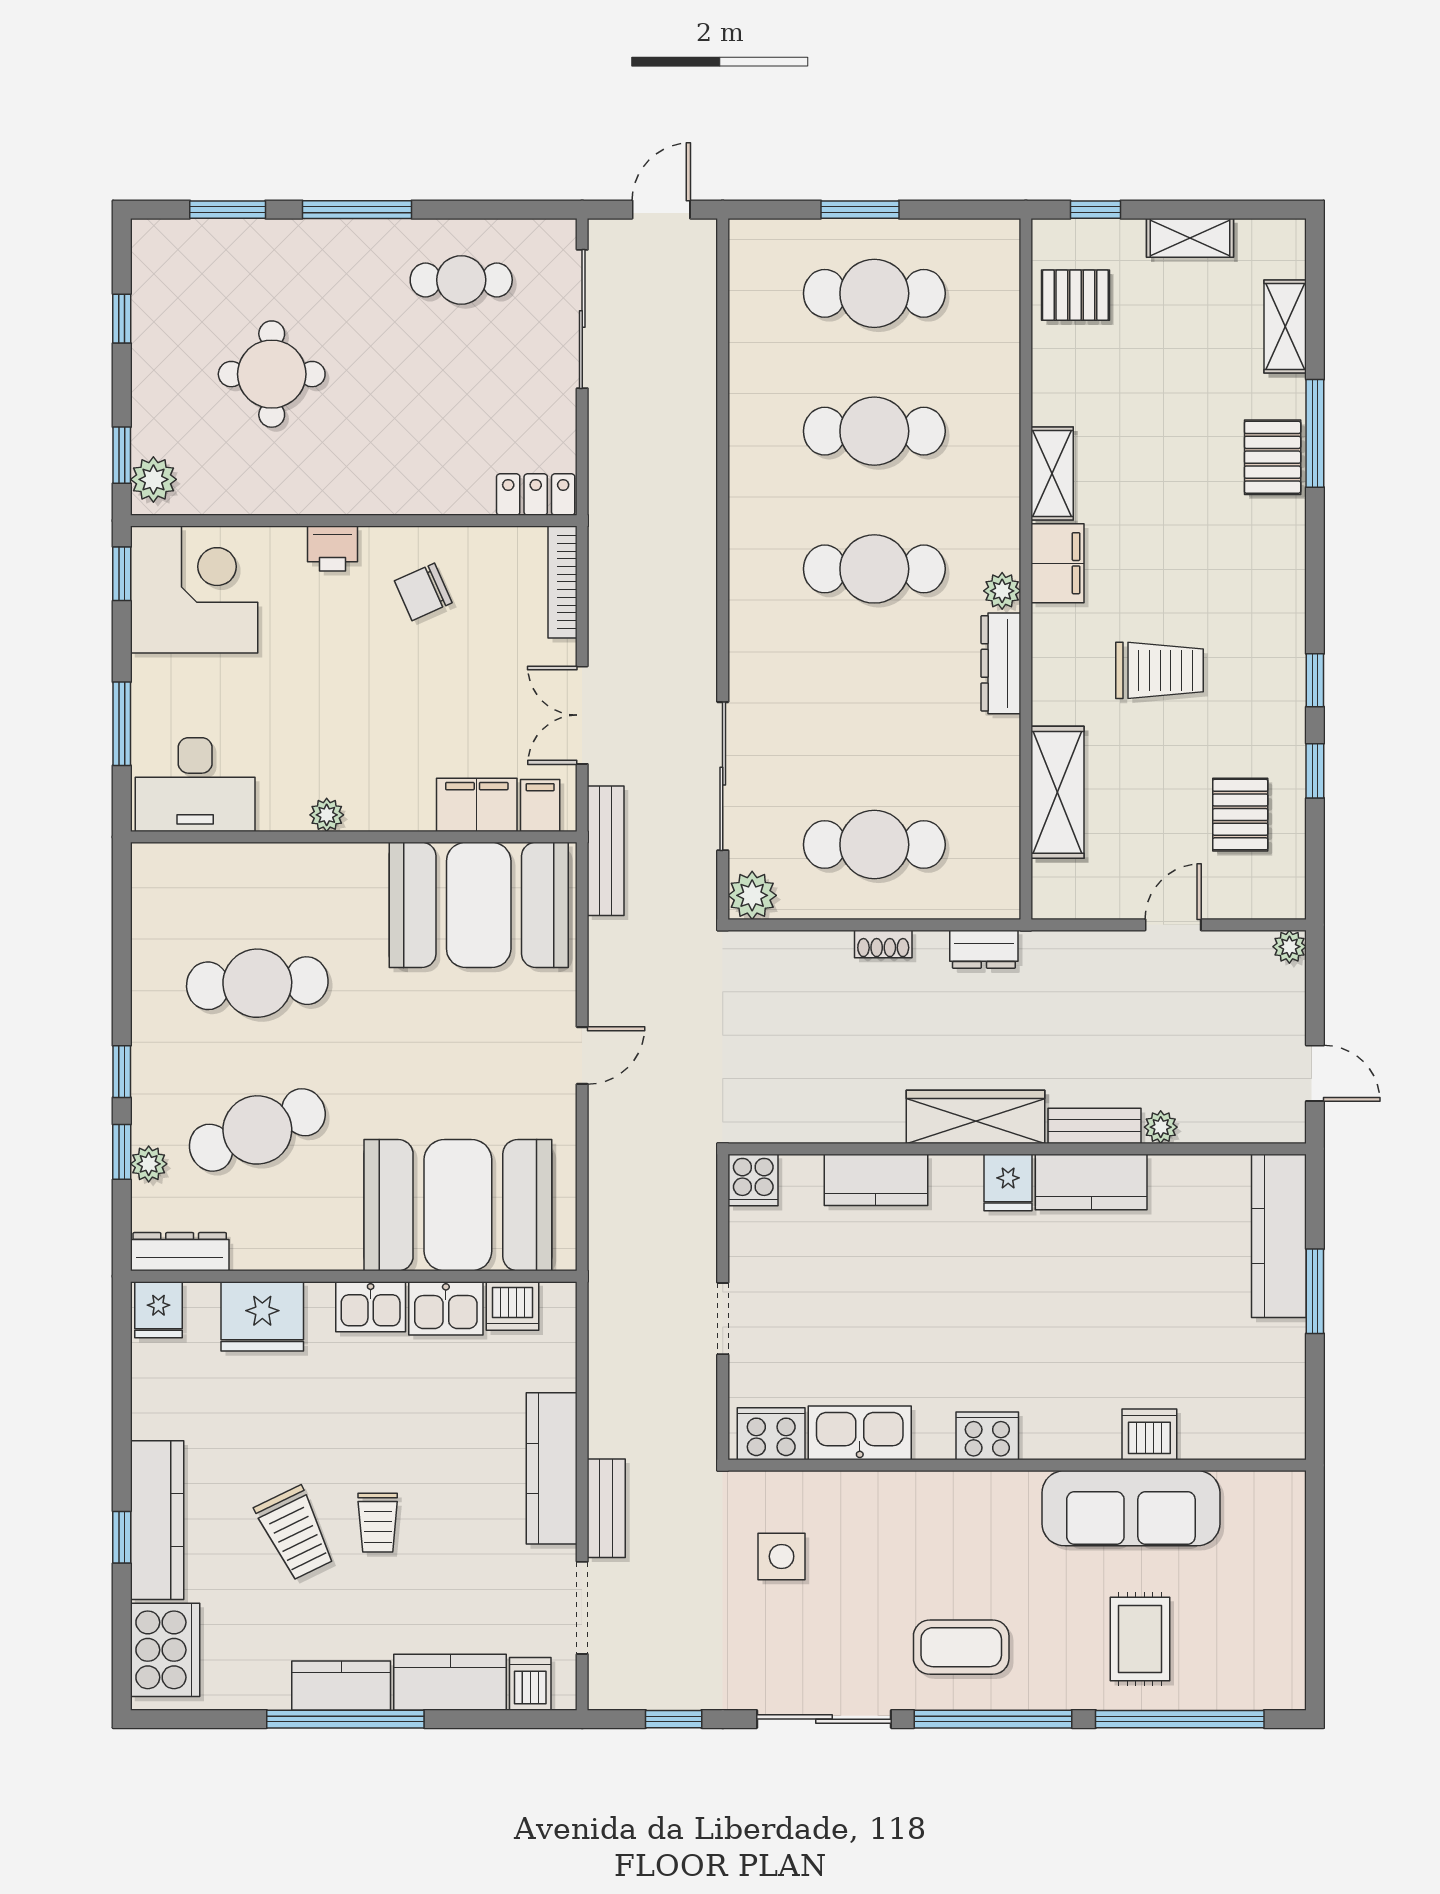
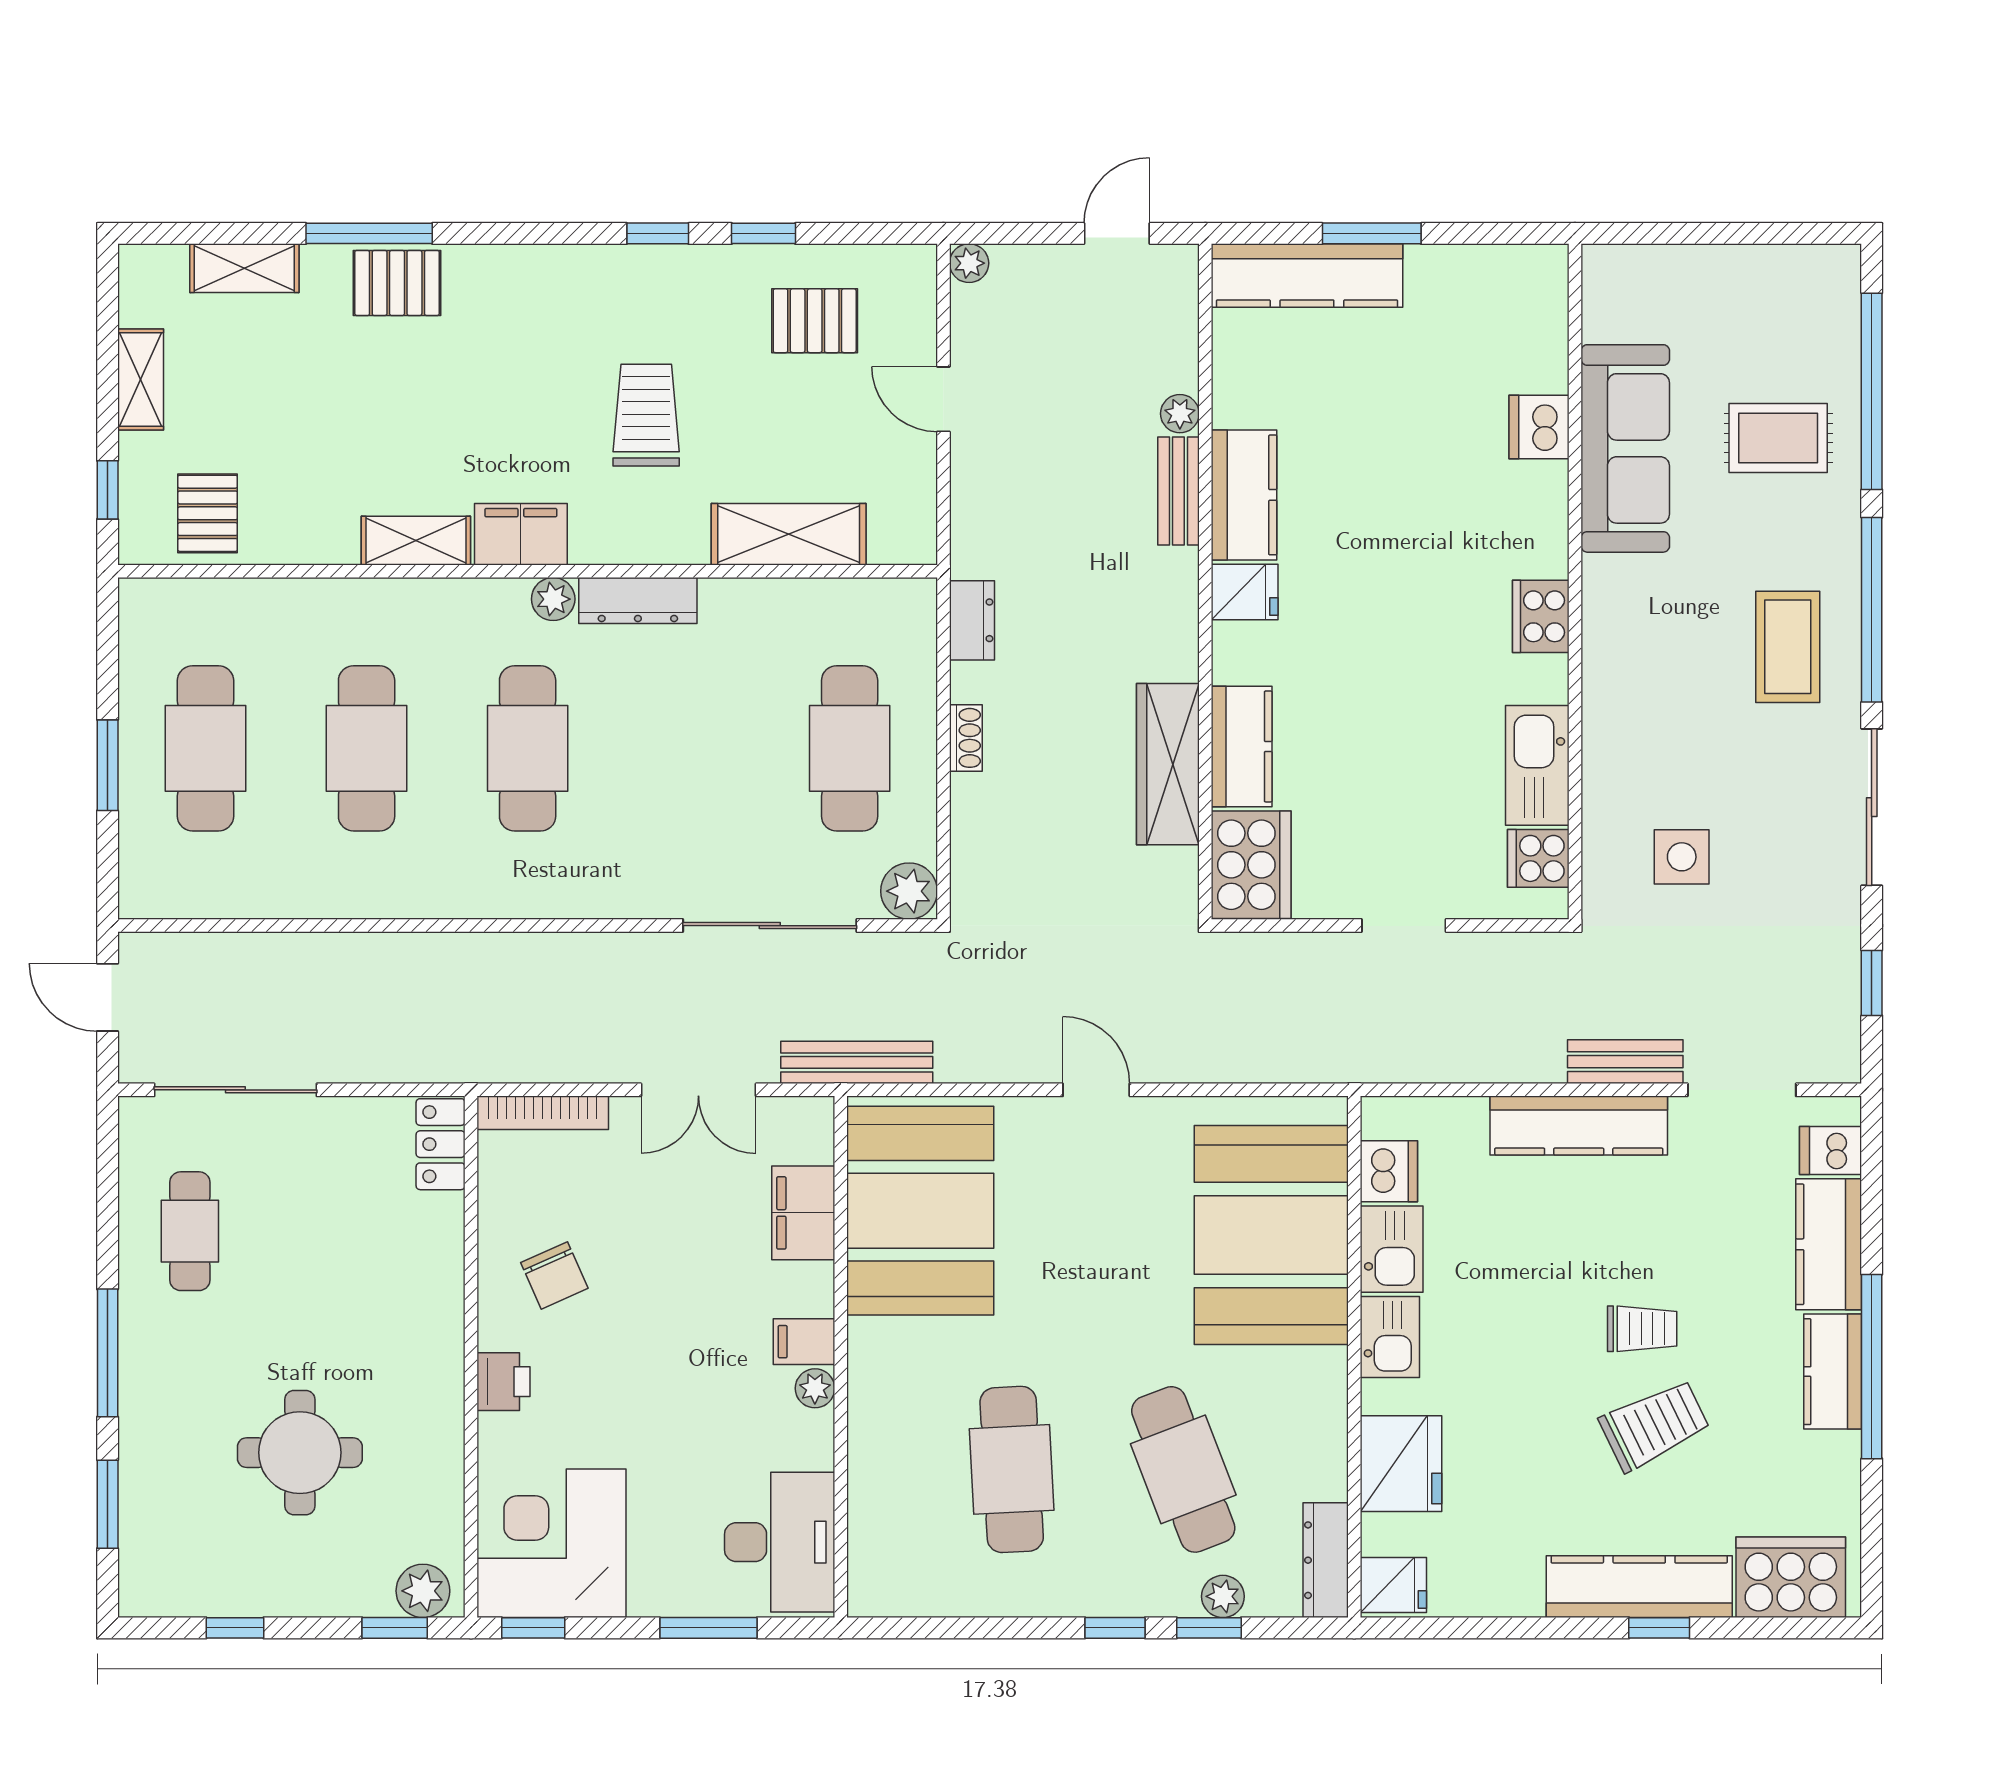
filing cabinet: (540, 805) -> (804, 1342), moved
wardrobe: (976, 1117) -> (1168, 764), moved
cooker: (753, 1180) -> (1251, 865), width x1.87, depth x1.31
cooker: (771, 1434) -> (1538, 858), width x0.73

